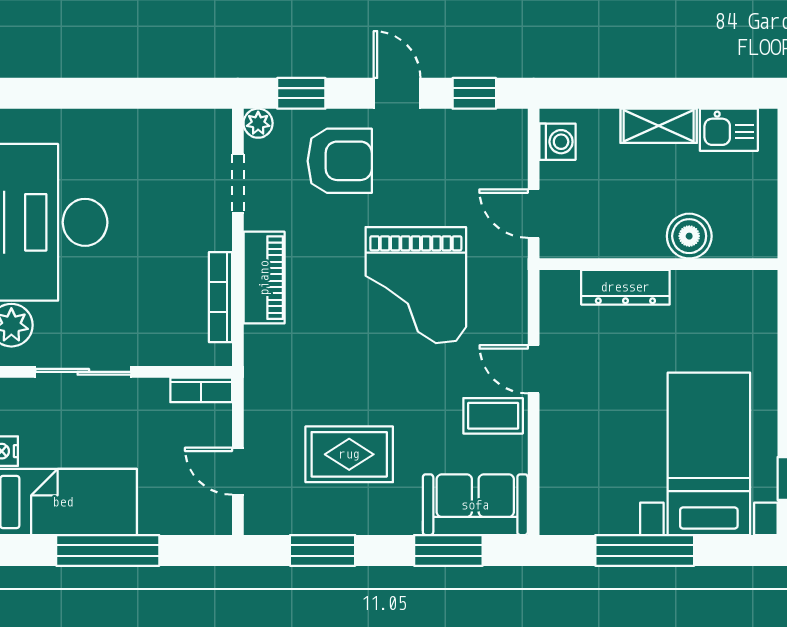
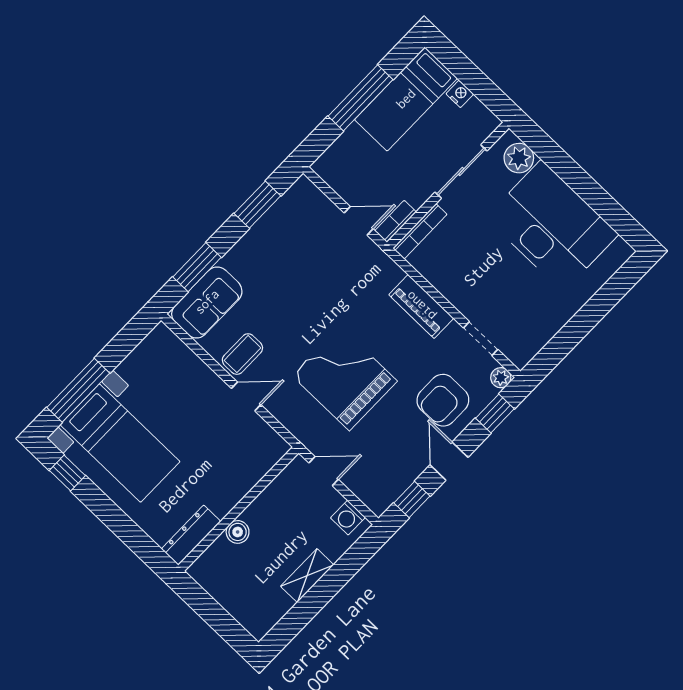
door: (397, 93) -> (449, 461), swing flipped
kitchen sink: (729, 130) -> (272, 609), removed
boiler: (689, 236) -> (238, 532), width x0.73, depth x0.73
dresser: (625, 287) -> (191, 535), moved
bookcase: (220, 297) -> (420, 231), moved, turned 90
rug: (349, 454) -> (292, 264), removed
door: (238, 471) -> (359, 221), moved
window: (645, 550) -> (78, 390), moved

